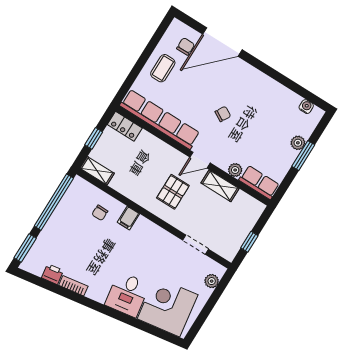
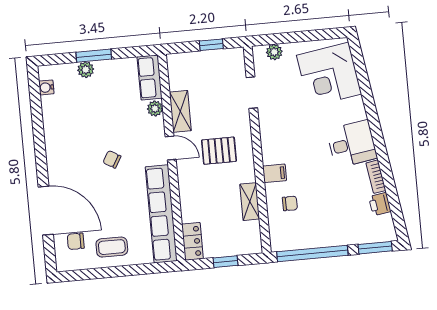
shelving: (97, 171) -> (250, 202), moved
desk: (127, 294) -> (352, 144), moved

